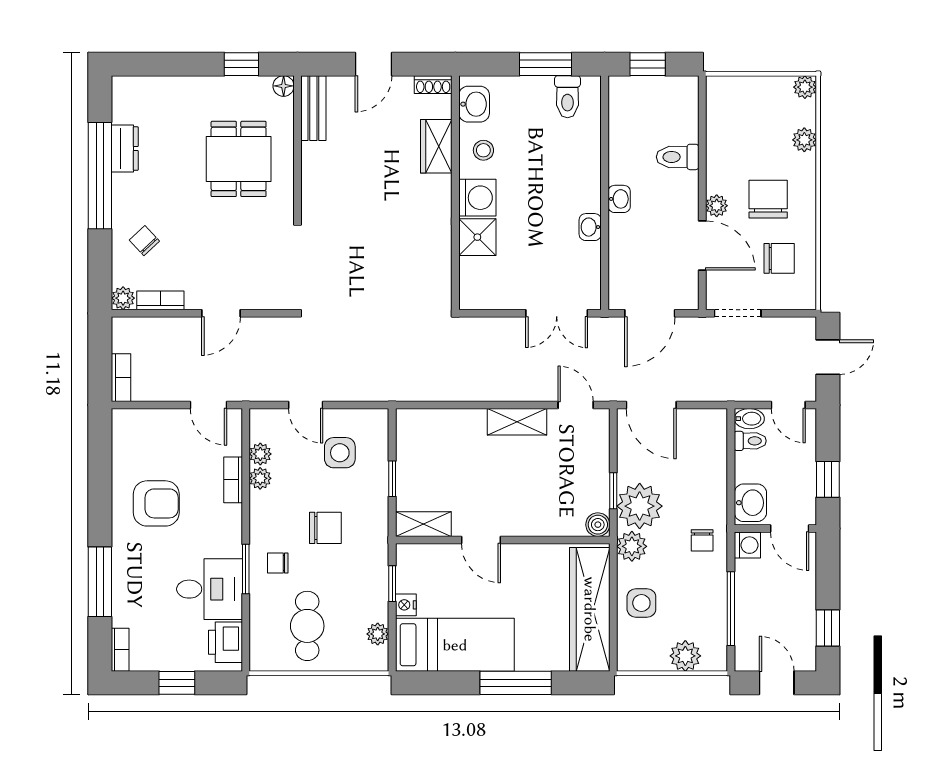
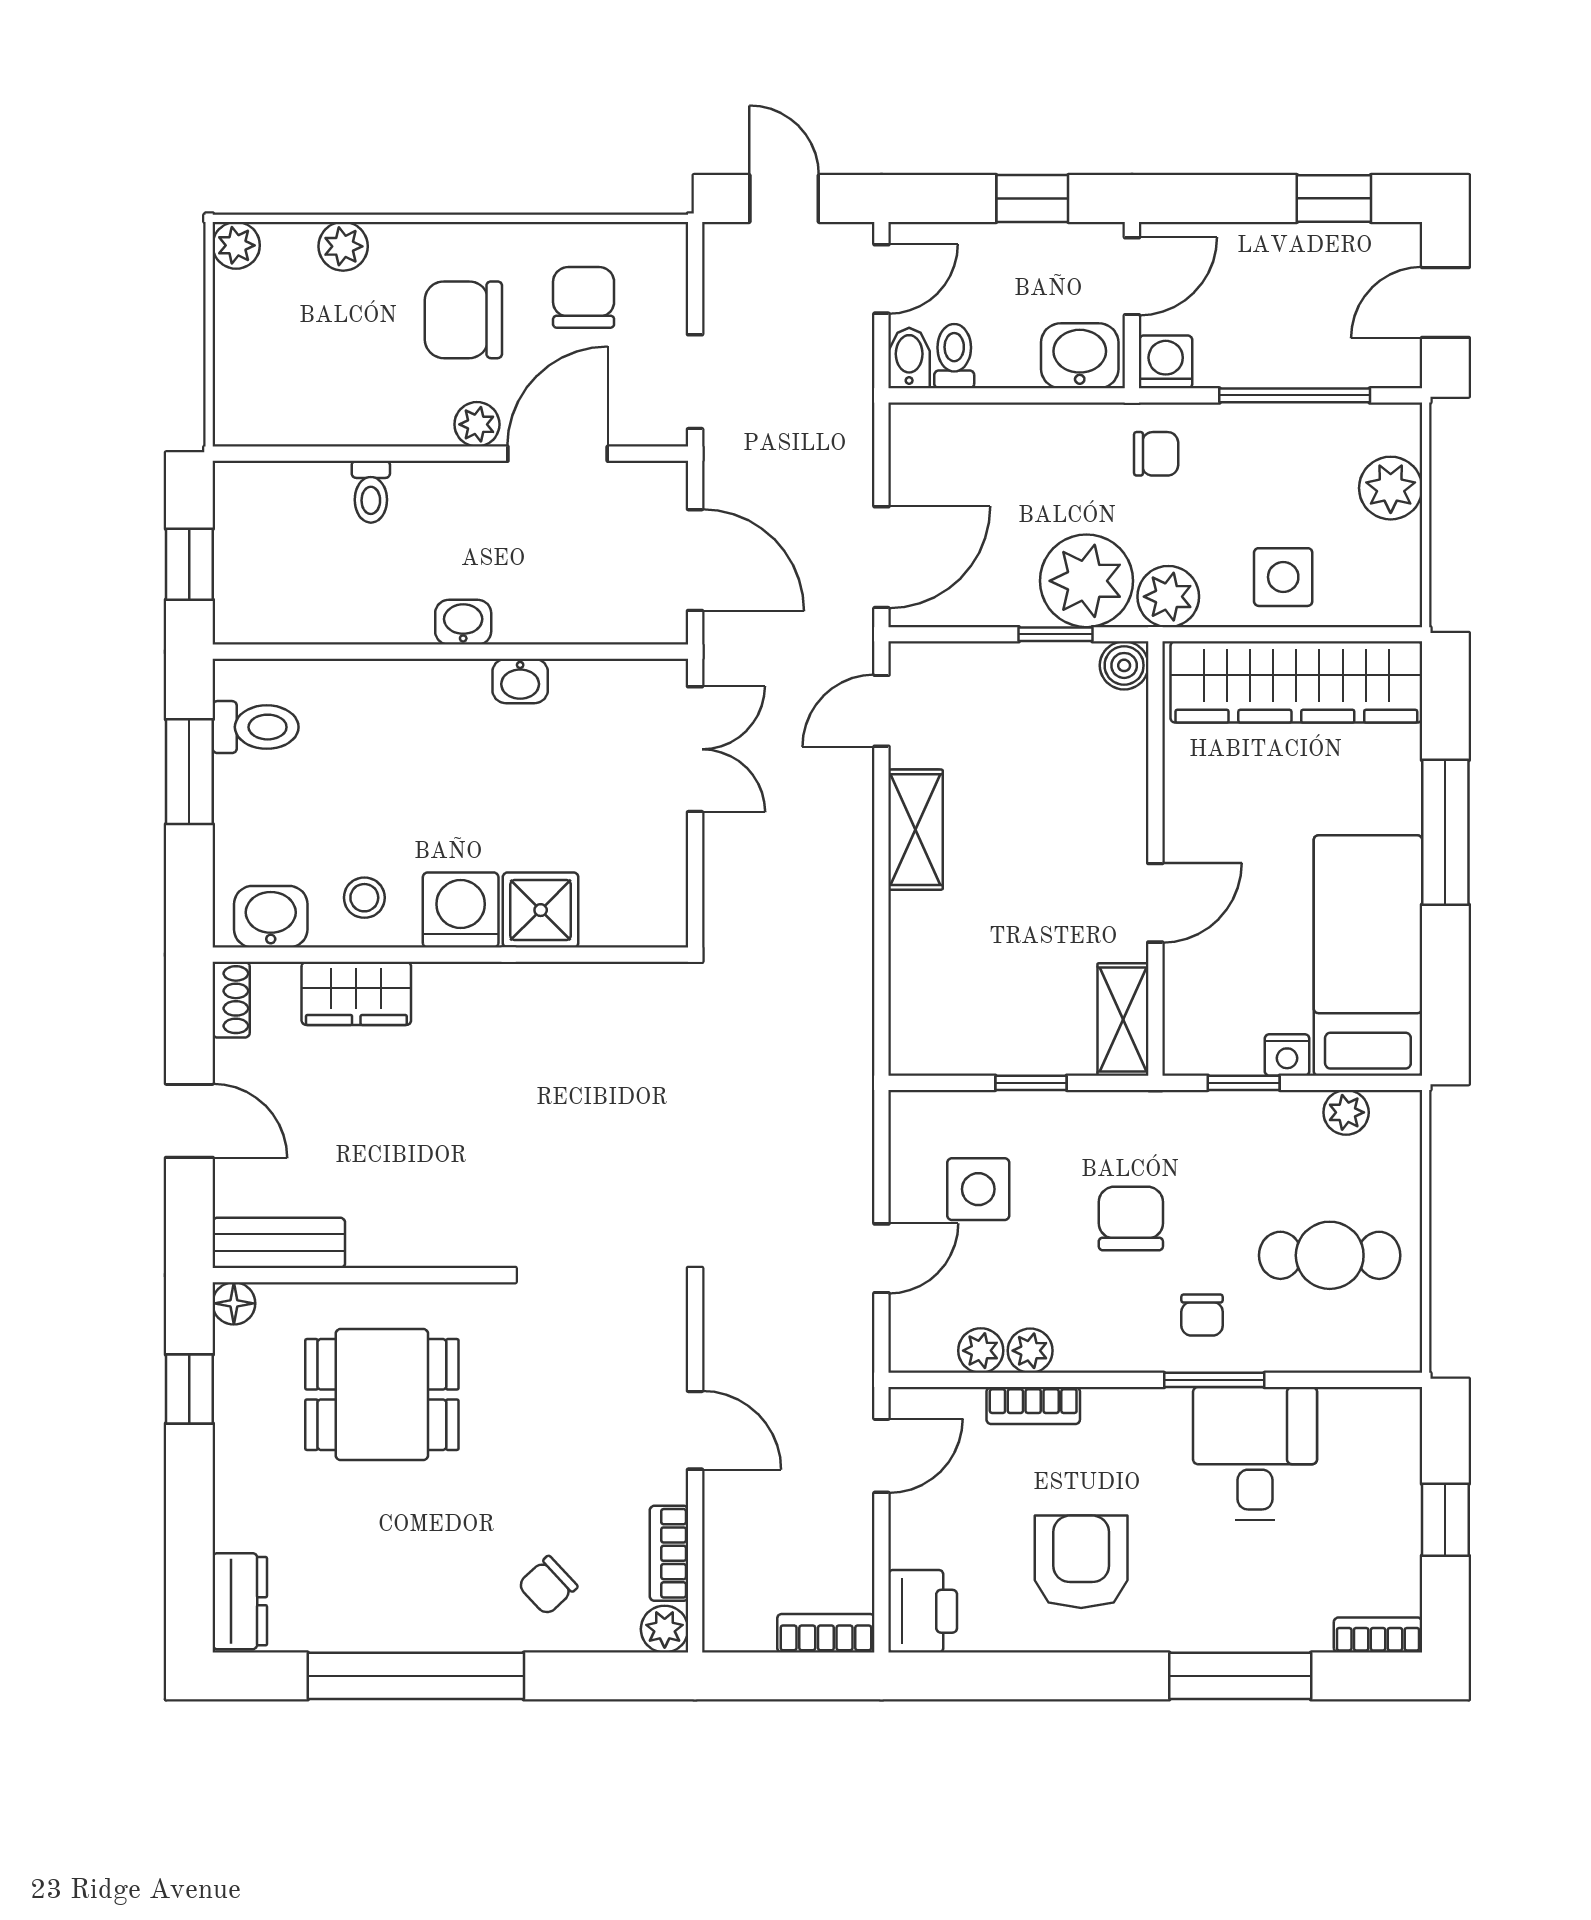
dresser: (125, 149) -> (240, 1601), moved, turned 90
toilet: (678, 157) -> (371, 492), width x0.73, depth x0.72
printer: (225, 642) -> (923, 1611), moved, turned -90

